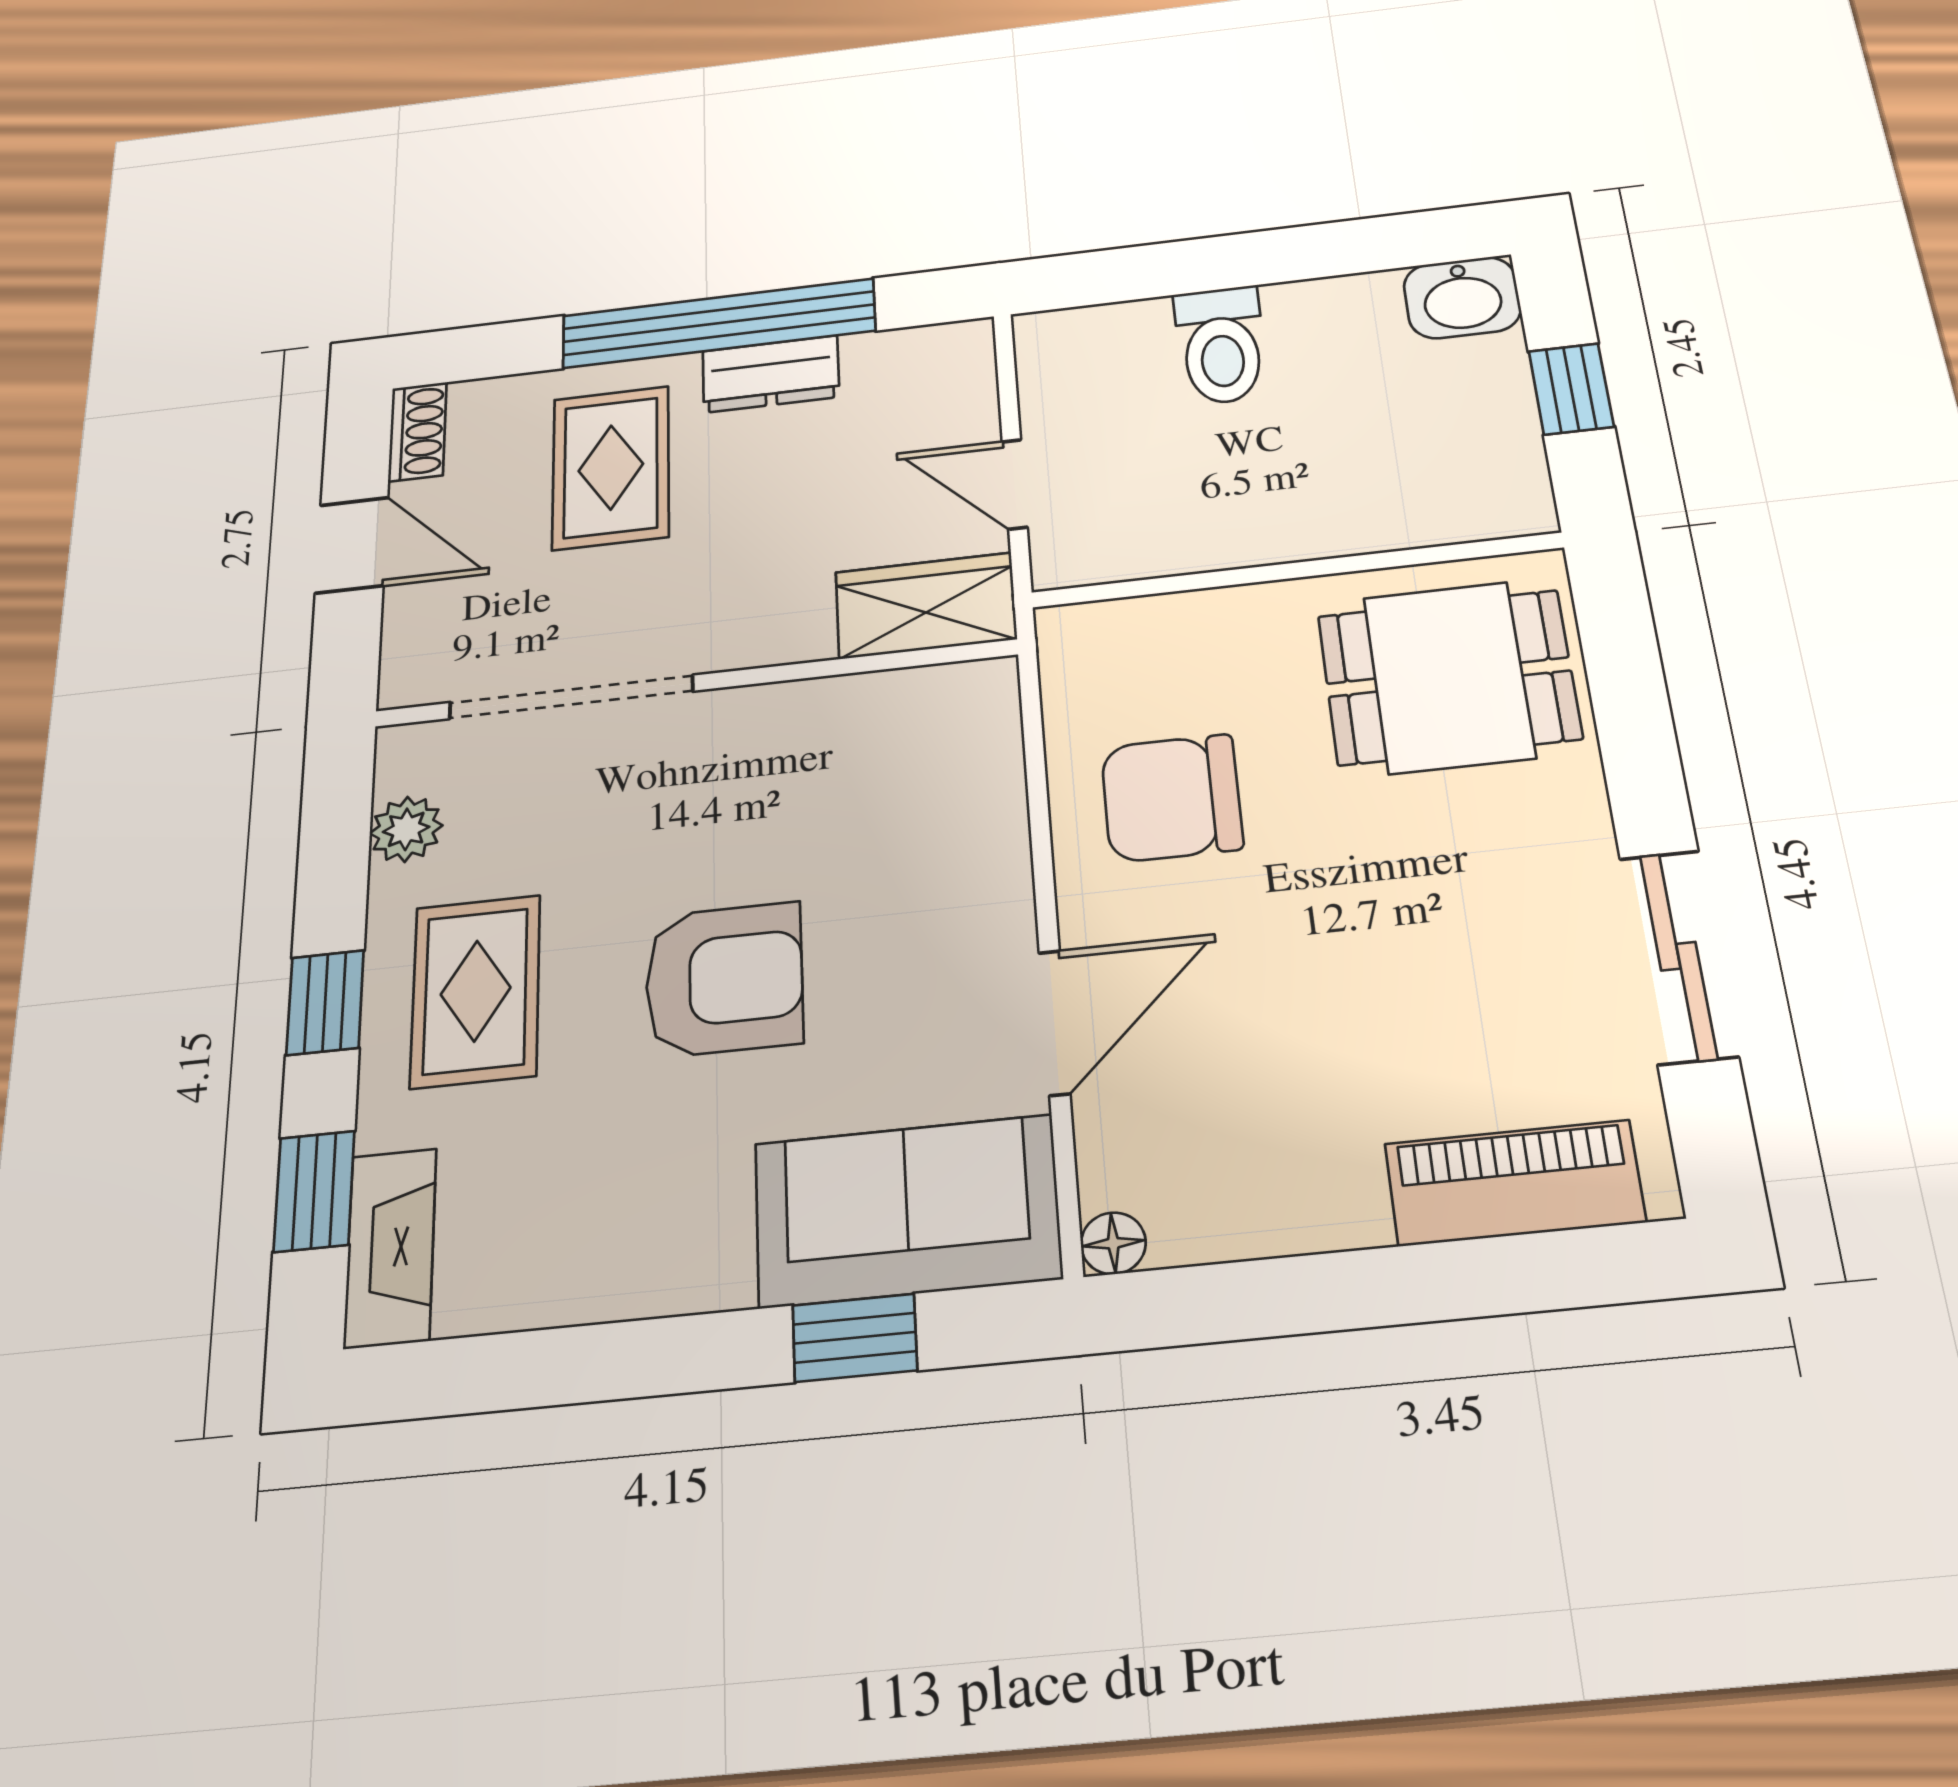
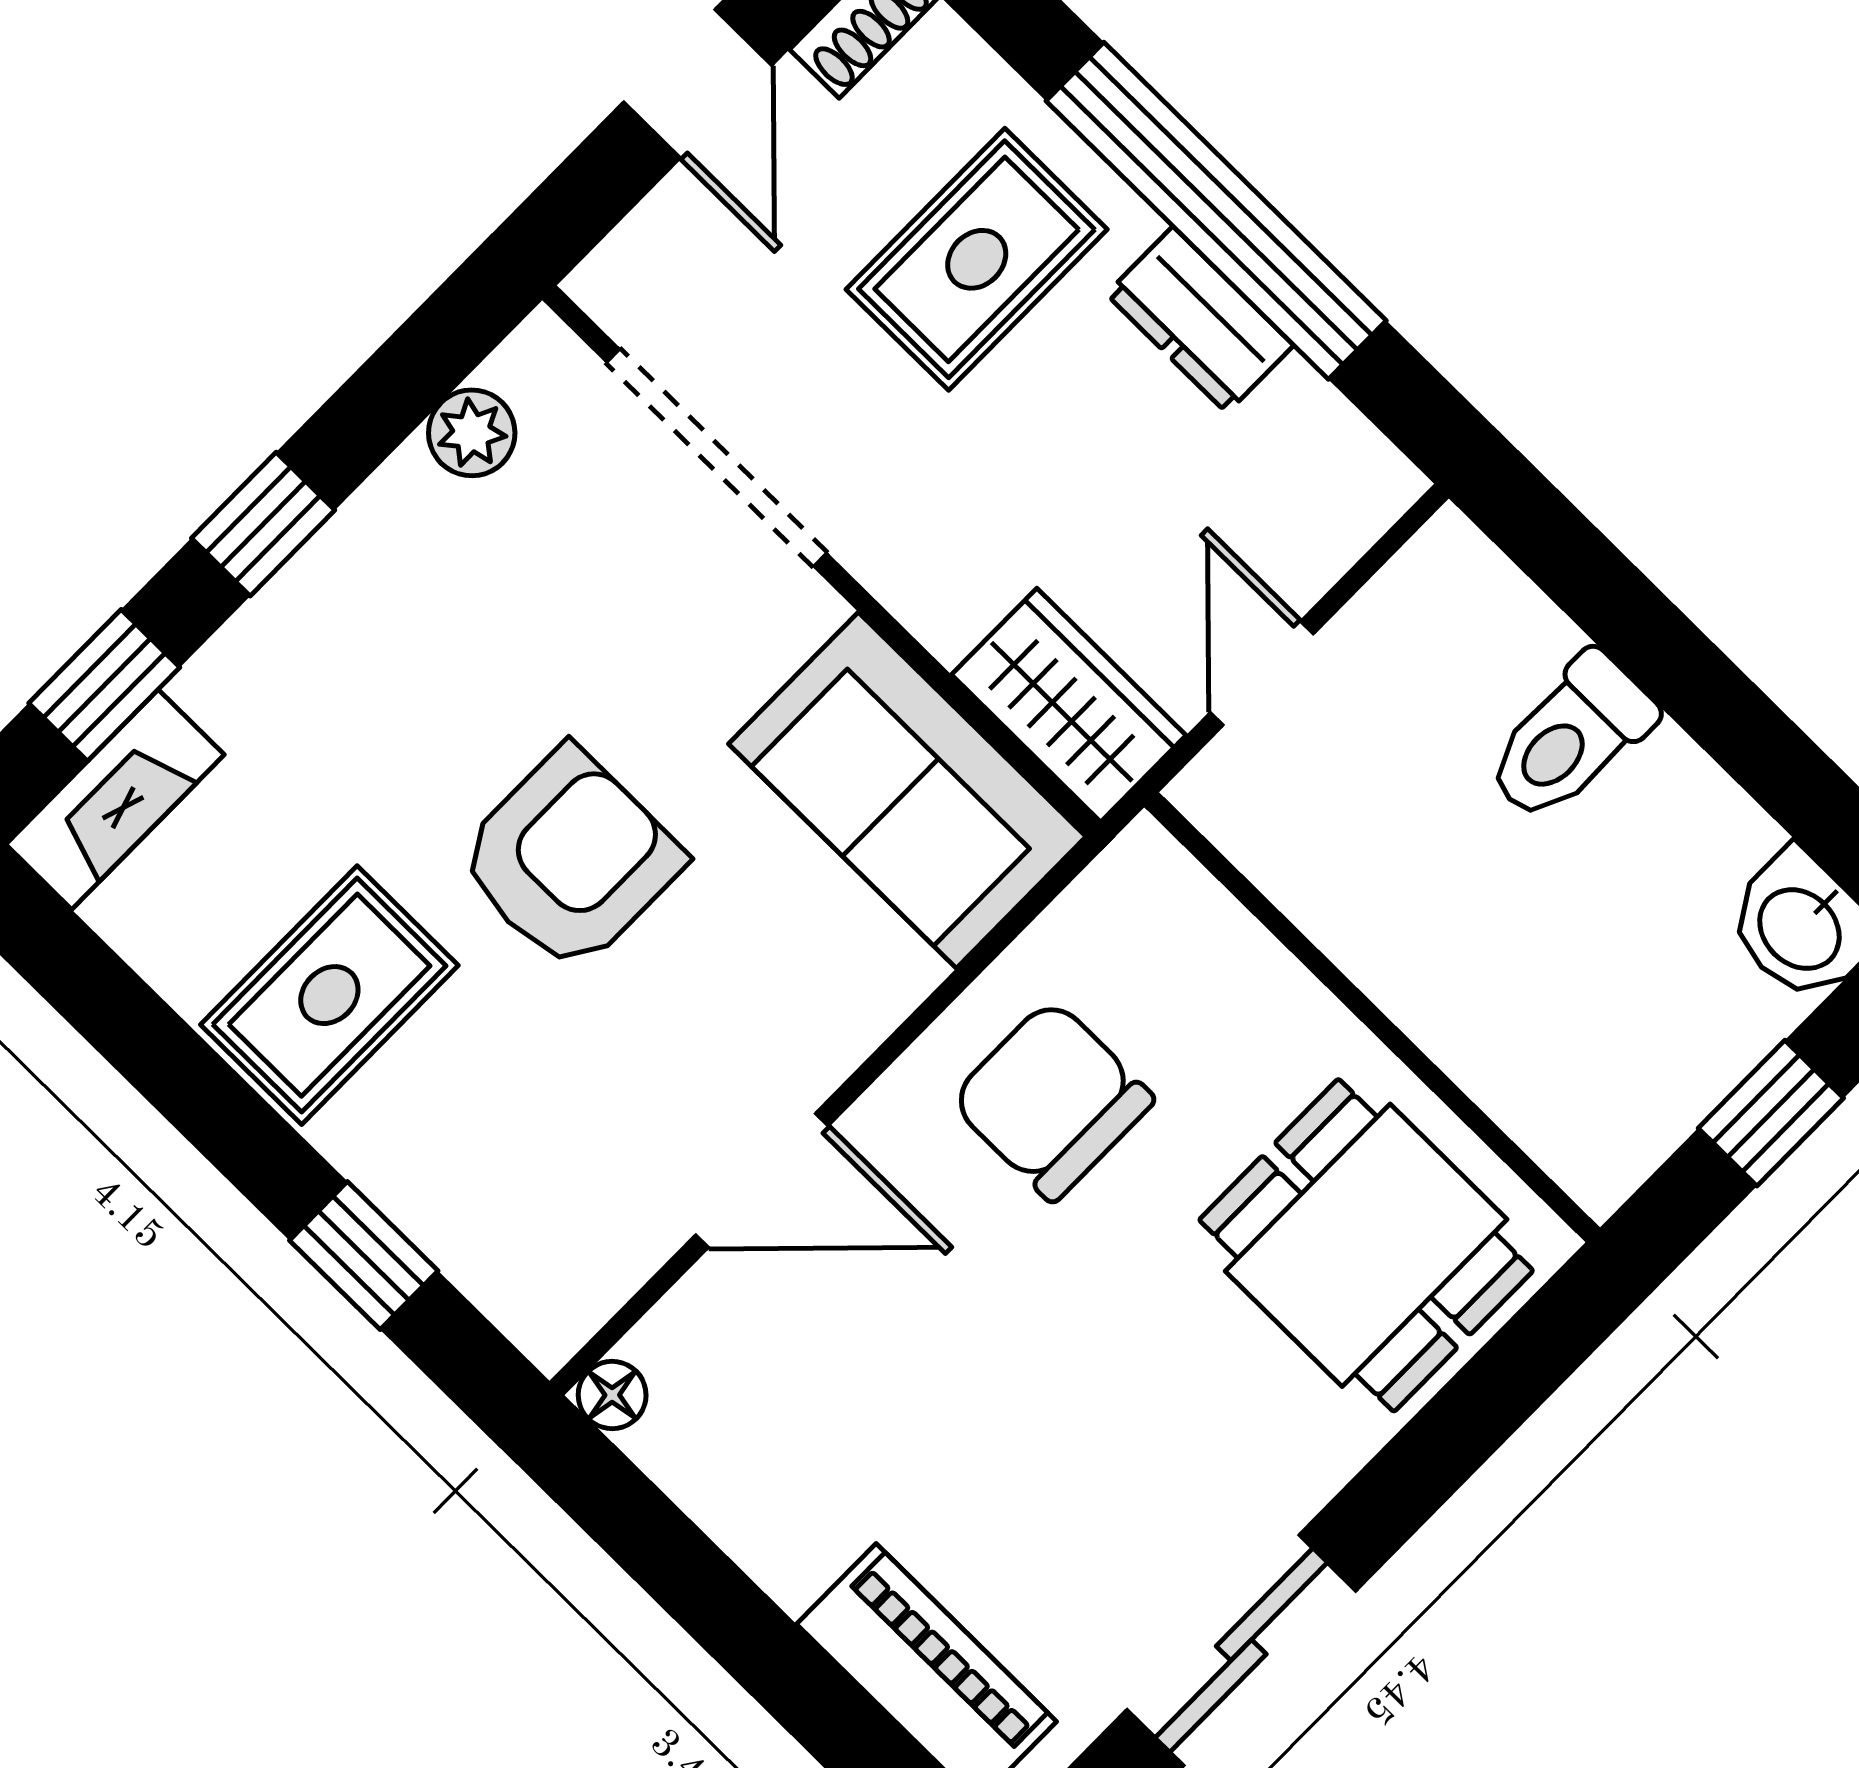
armchair: (724, 980) -> (570, 860), turned -90
rug: (476, 991) -> (329, 995), moved
sofa: (907, 1211) -> (907, 790), moved, turned 180

